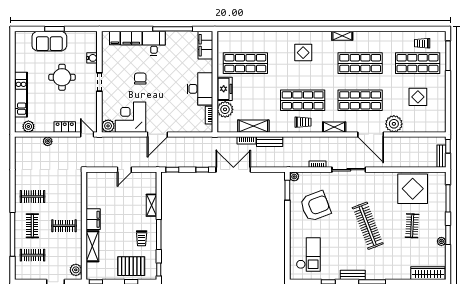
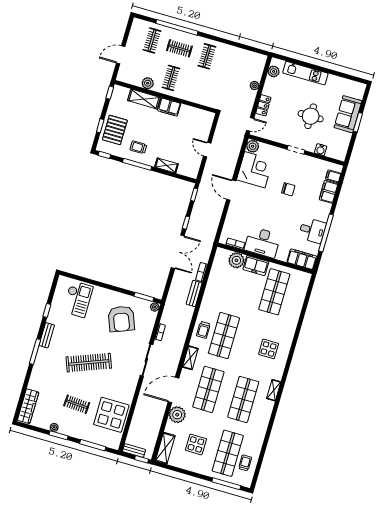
desk: (154, 43) -> (312, 230), moved
shelving: (253, 126) -> (165, 448), moved
checkout: (308, 255) -> (78, 299), turned -90
plant: (76, 270) -> (148, 83), moved

